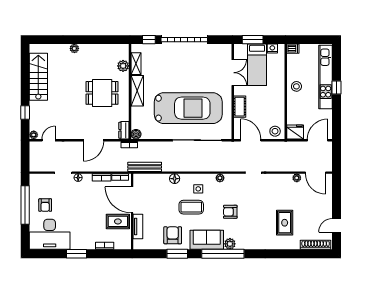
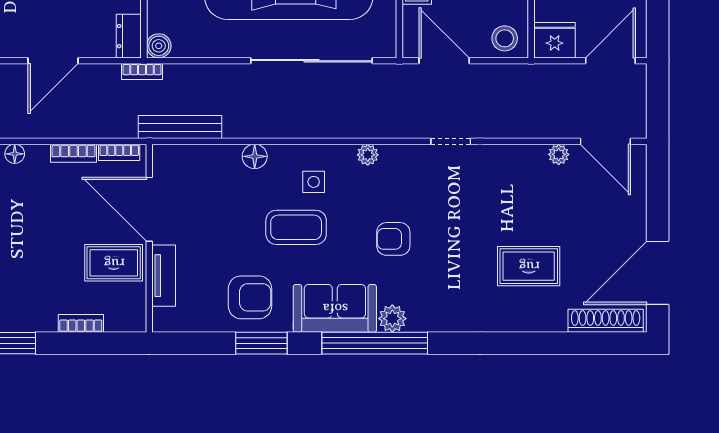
rug: (285, 223) -> (529, 266), turned 90
door: (336, 225) -> (658, 273), width x1.88
armchair: (173, 235) -> (250, 297), turned 90

